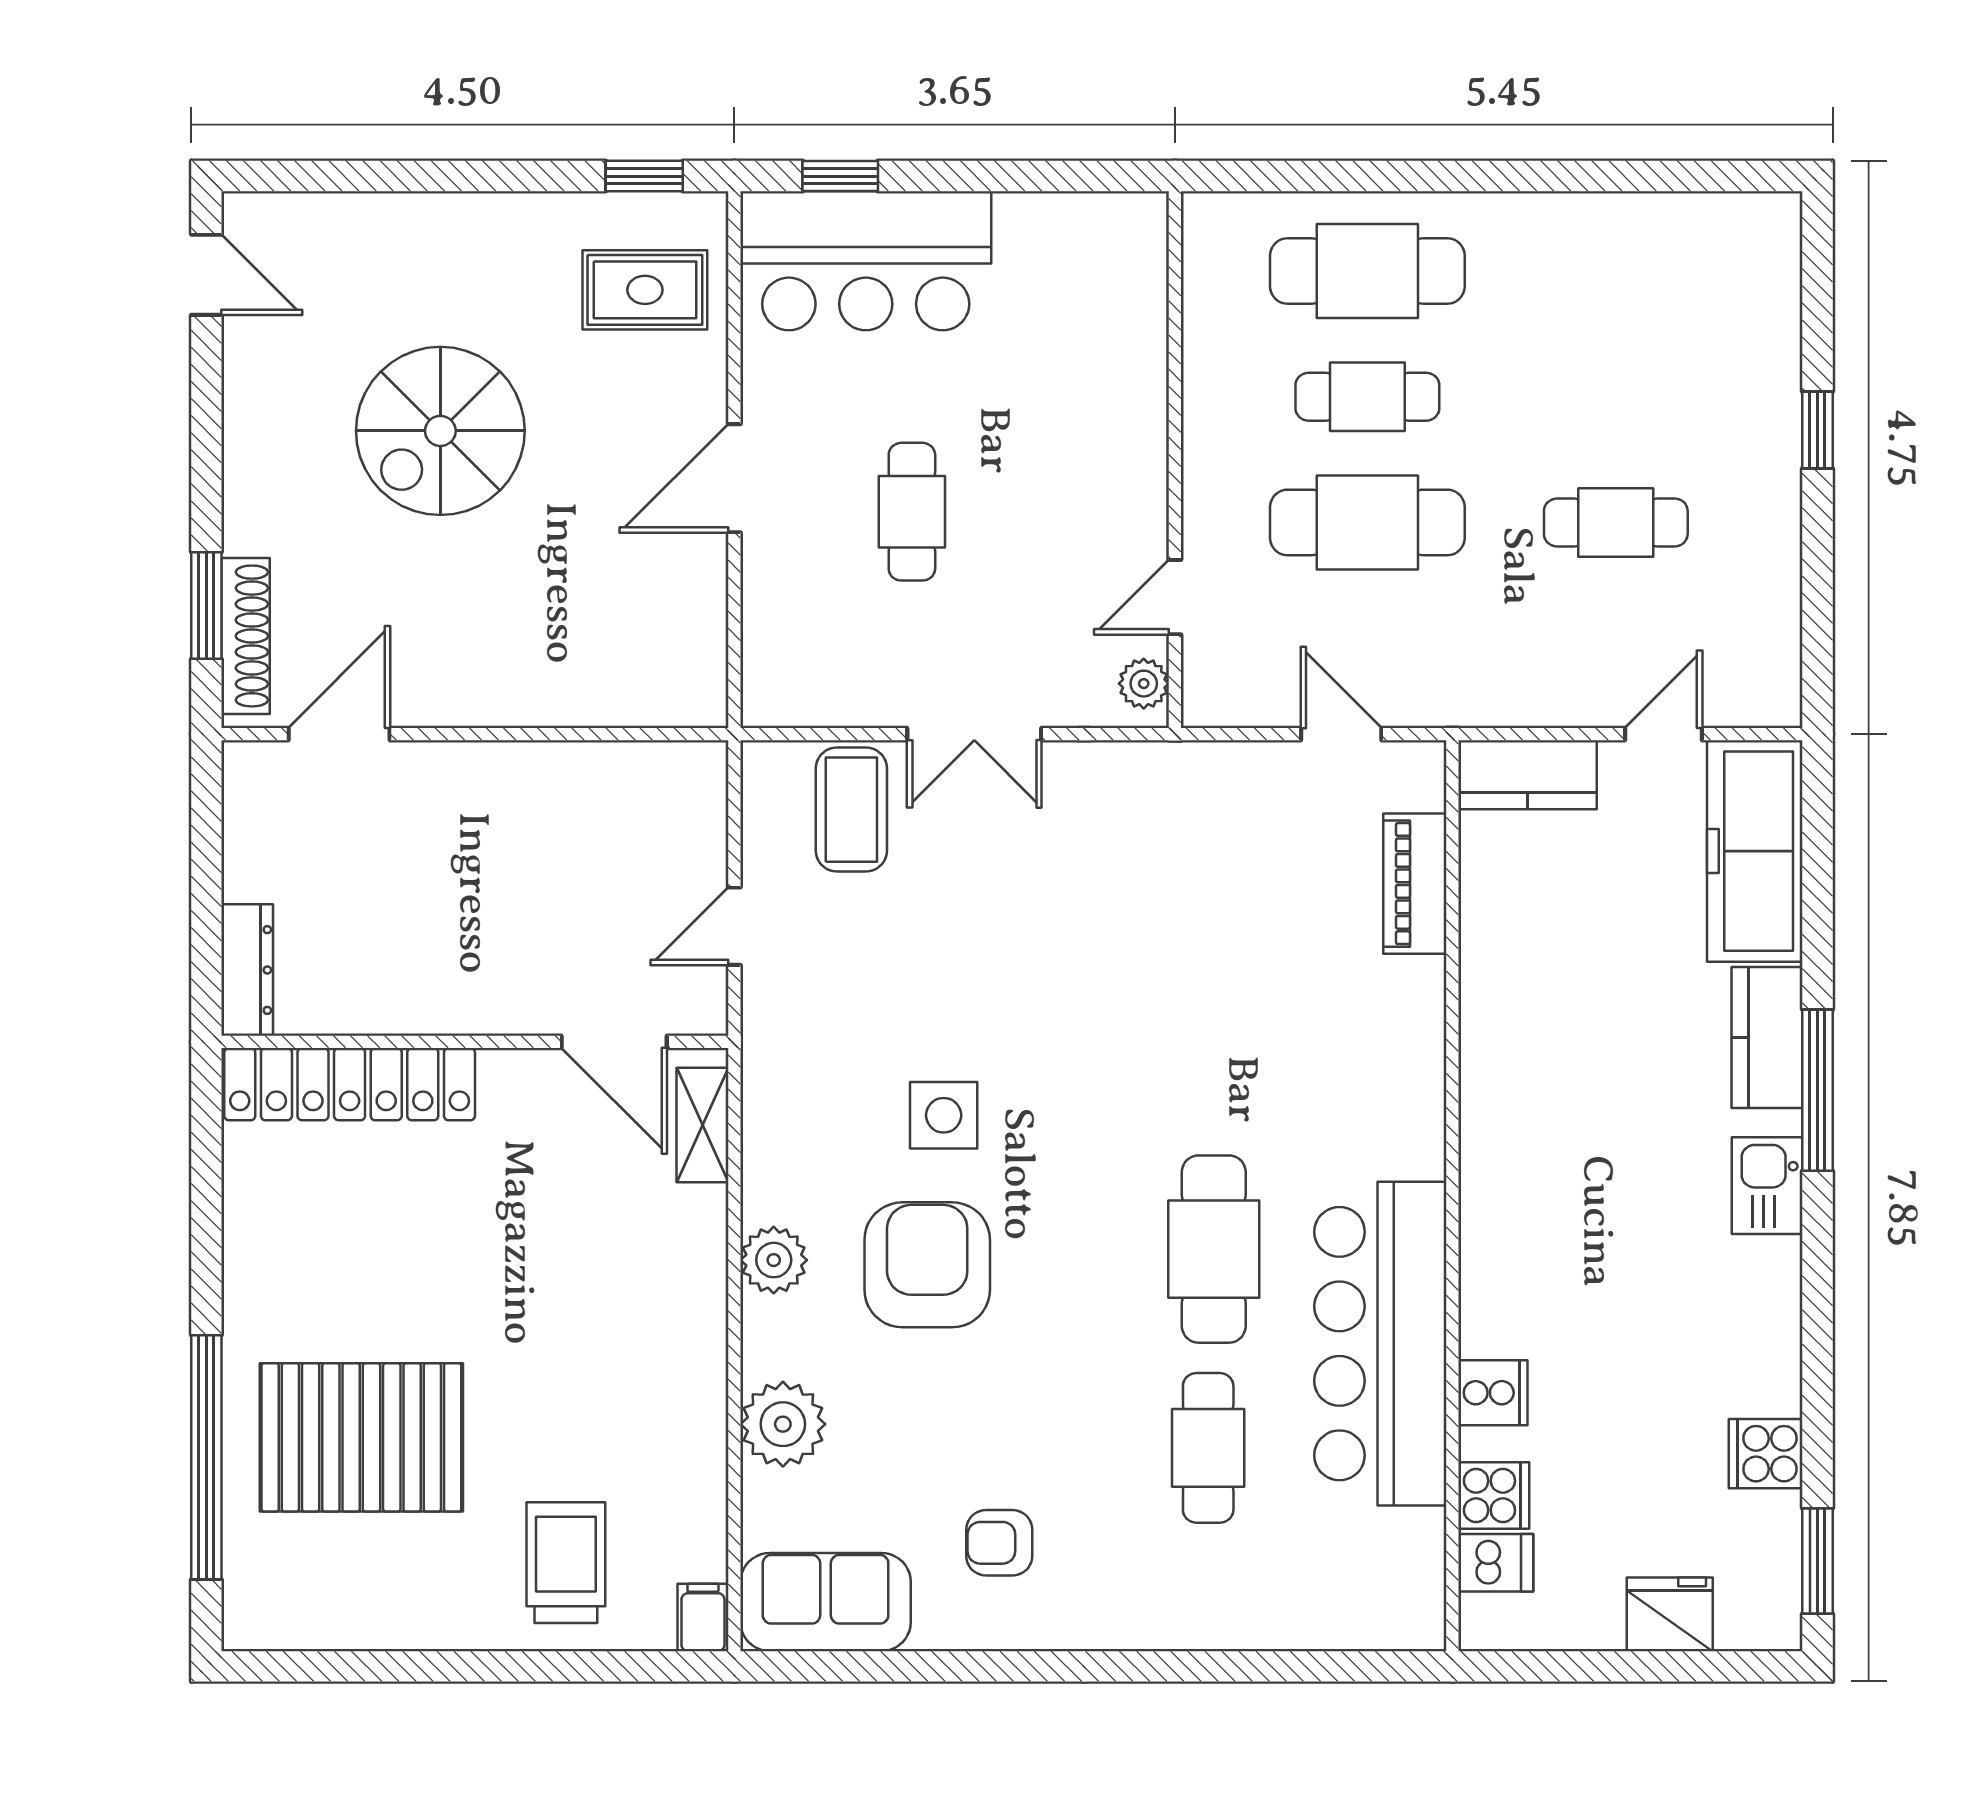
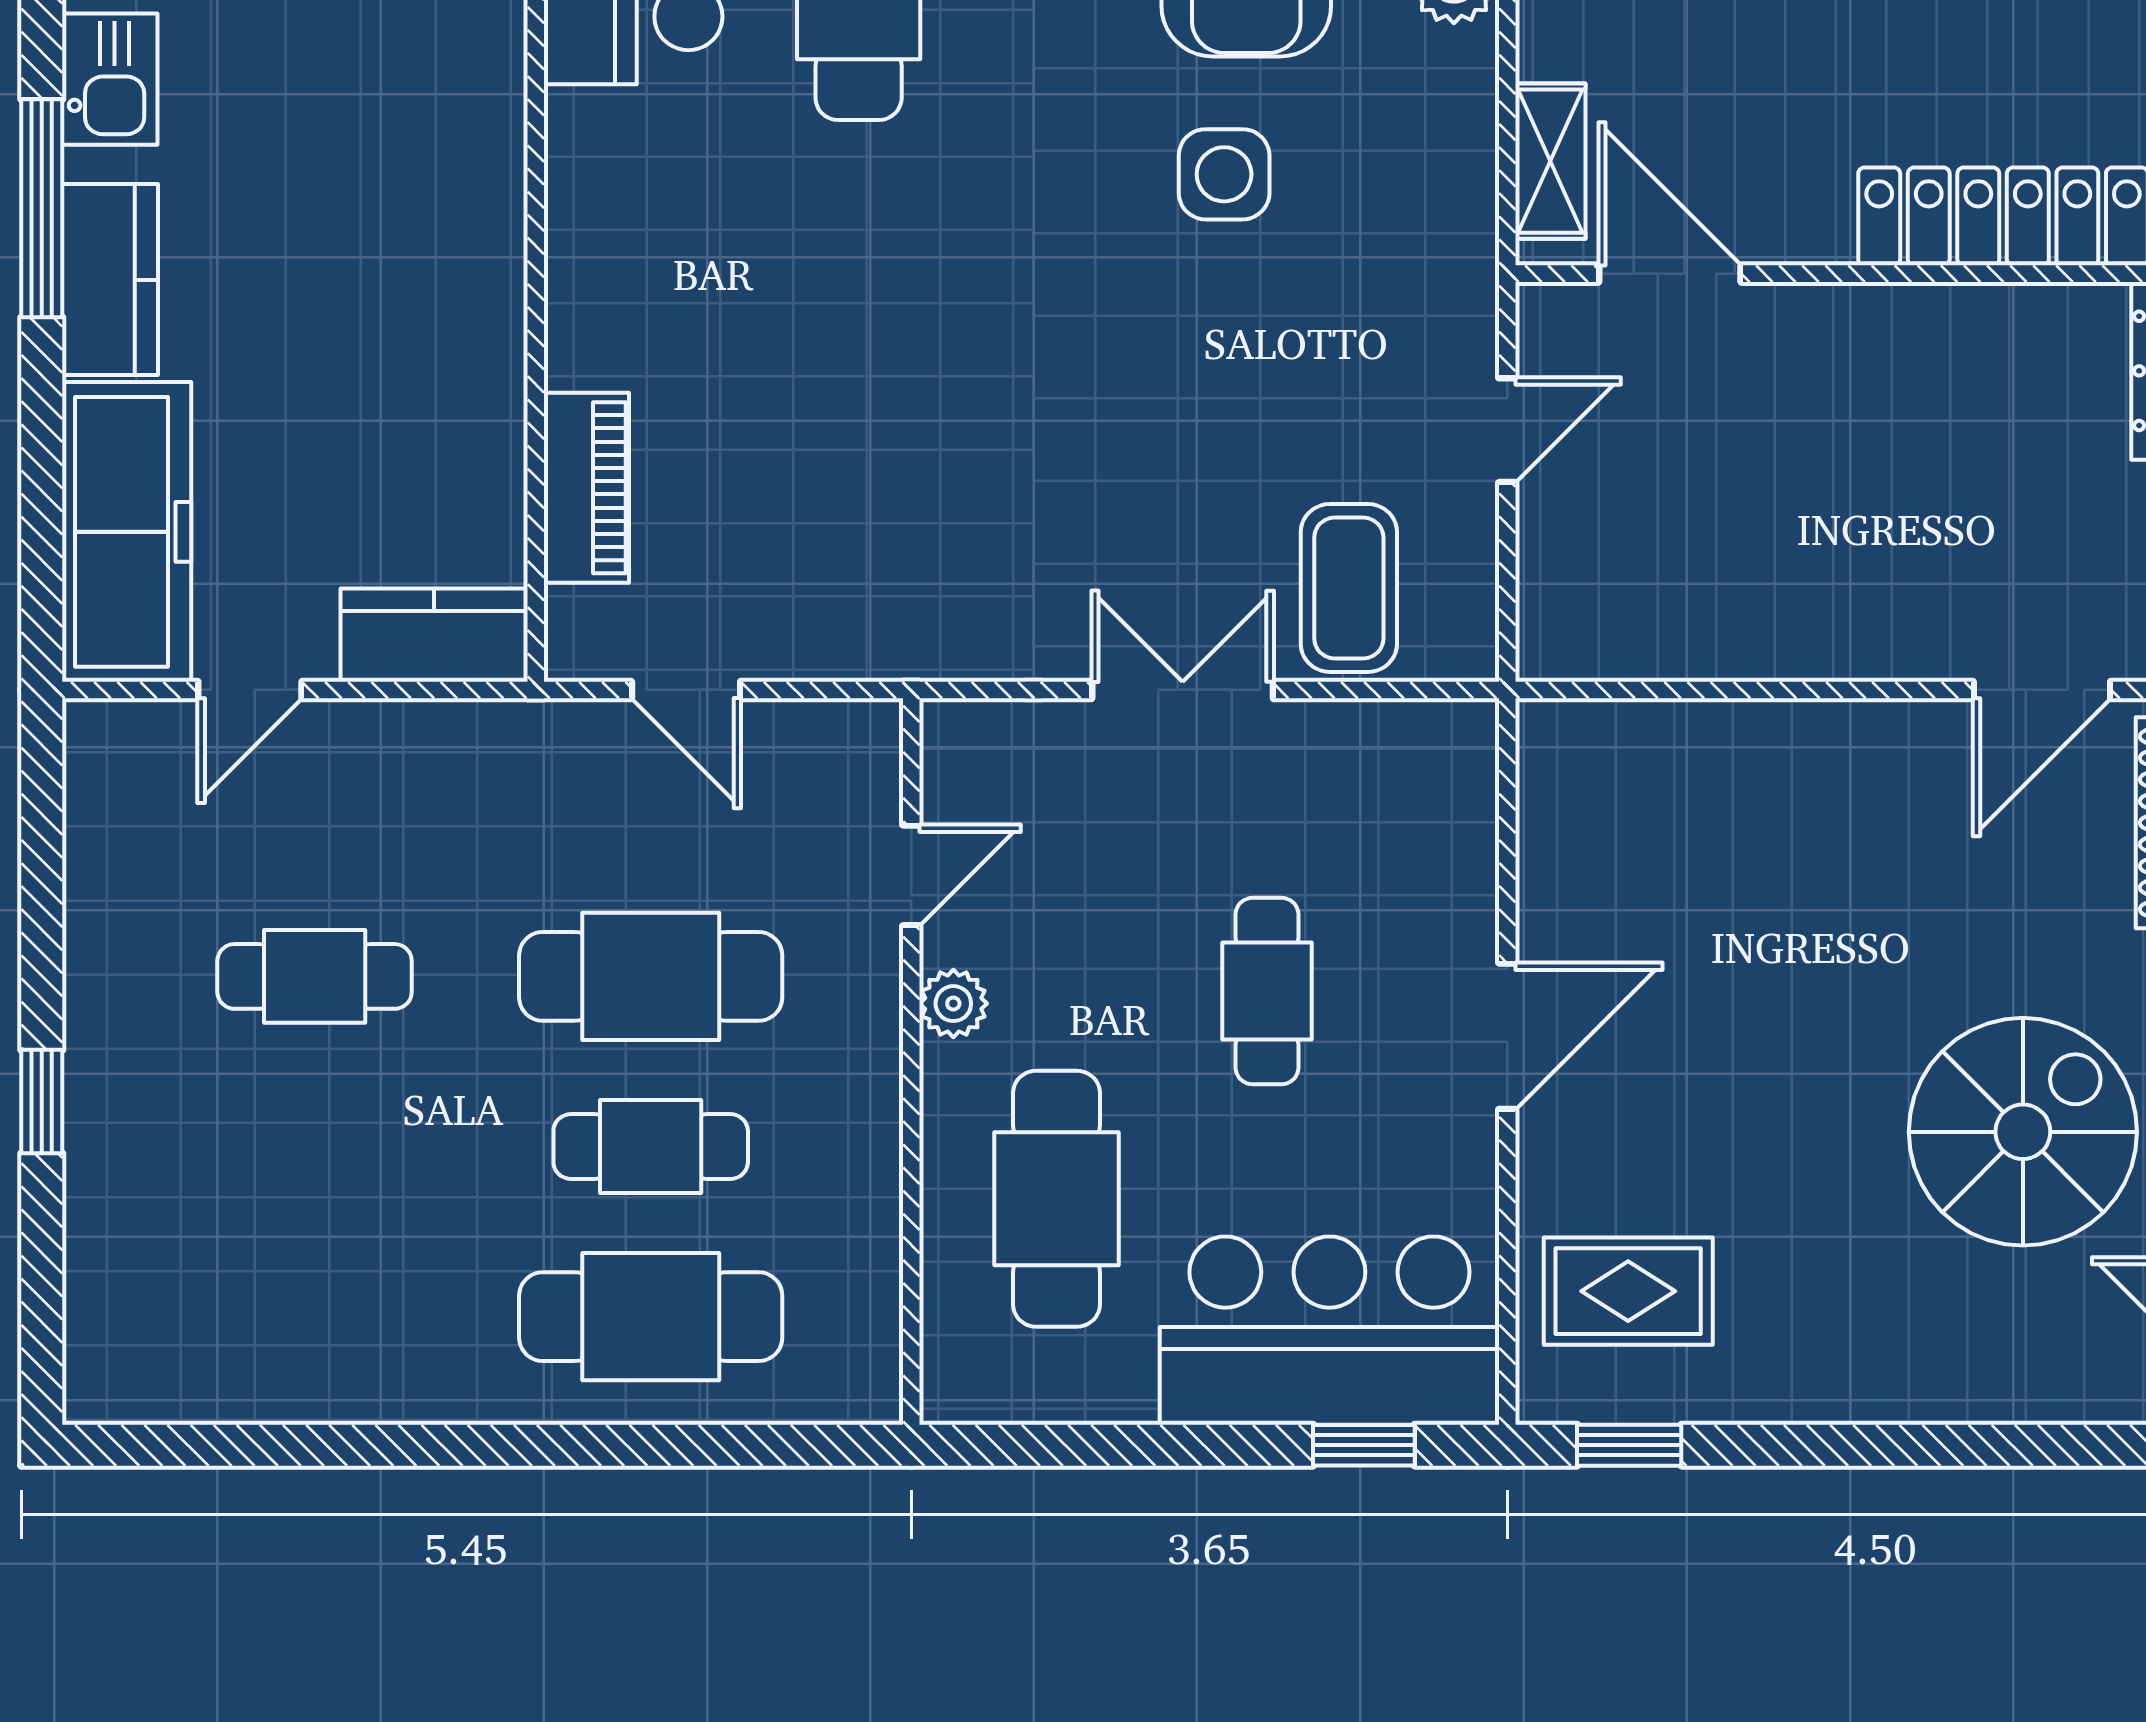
cafe table: (1067, 358) -> (1056, 1199), added
spiral stairs: (440, 431) -> (2023, 1132), moved
plant: (1144, 684) -> (953, 1004), moved

